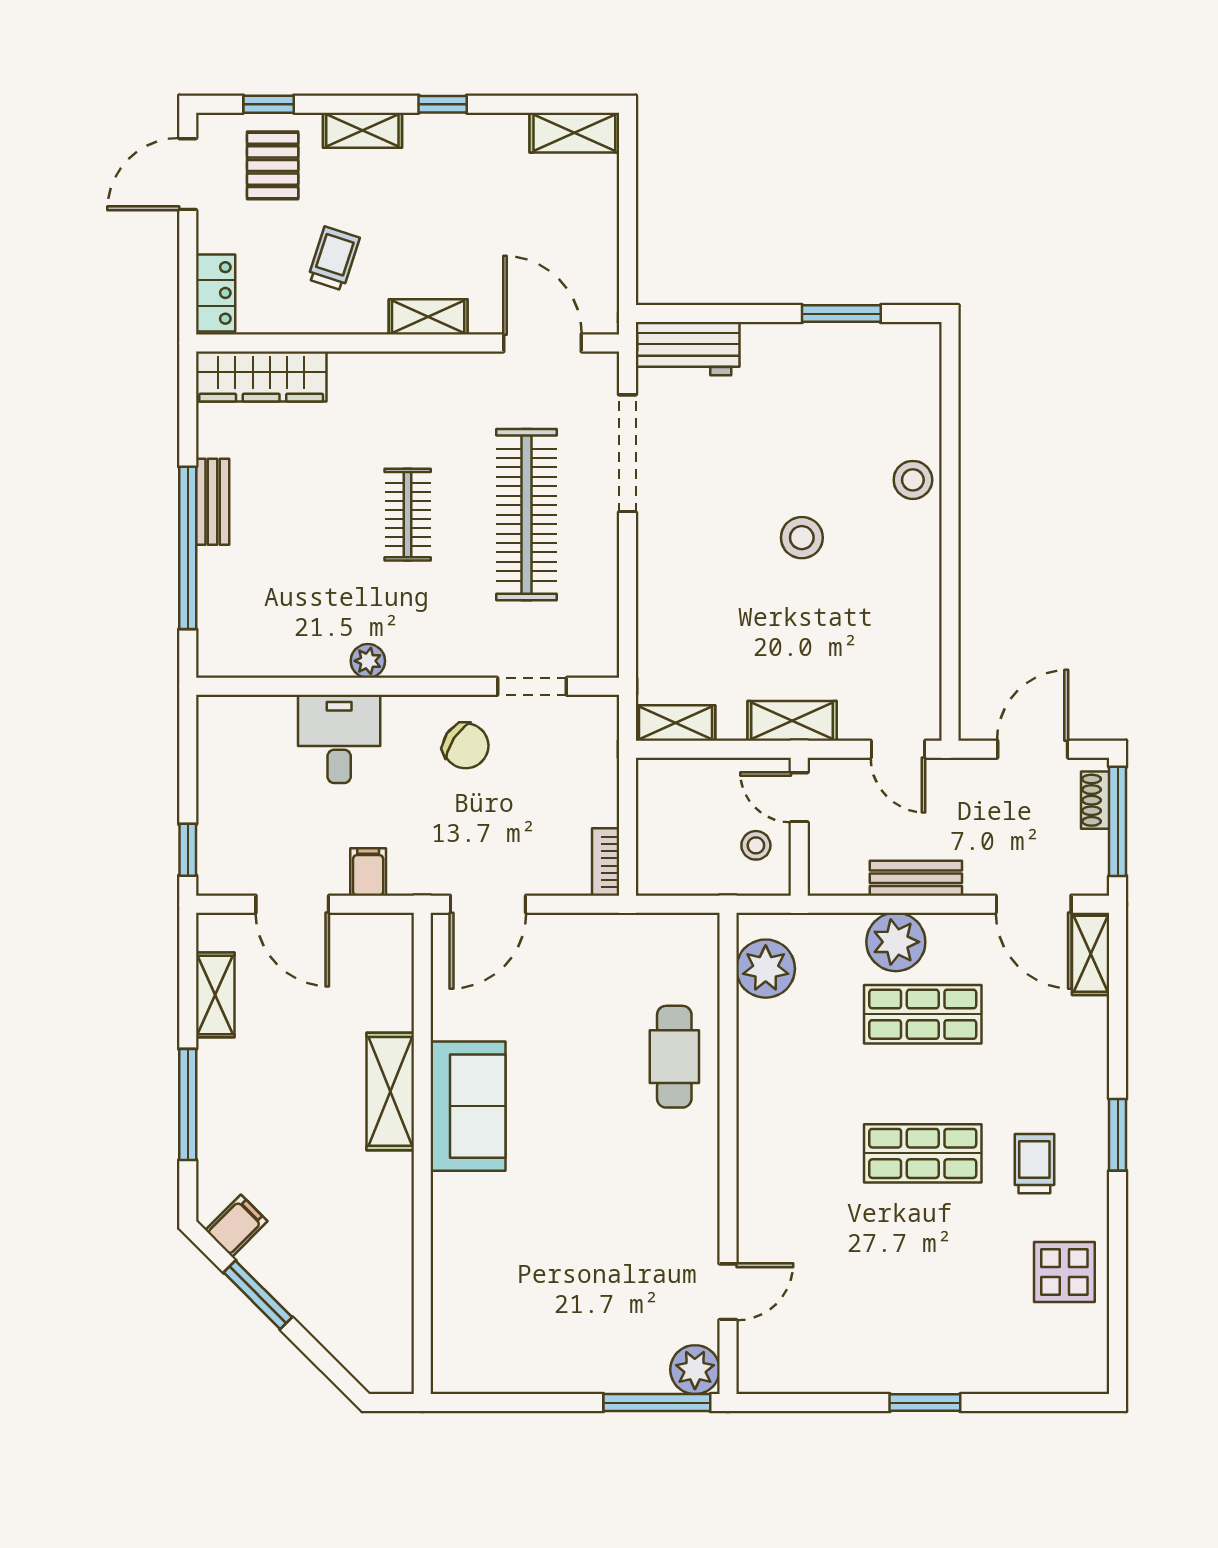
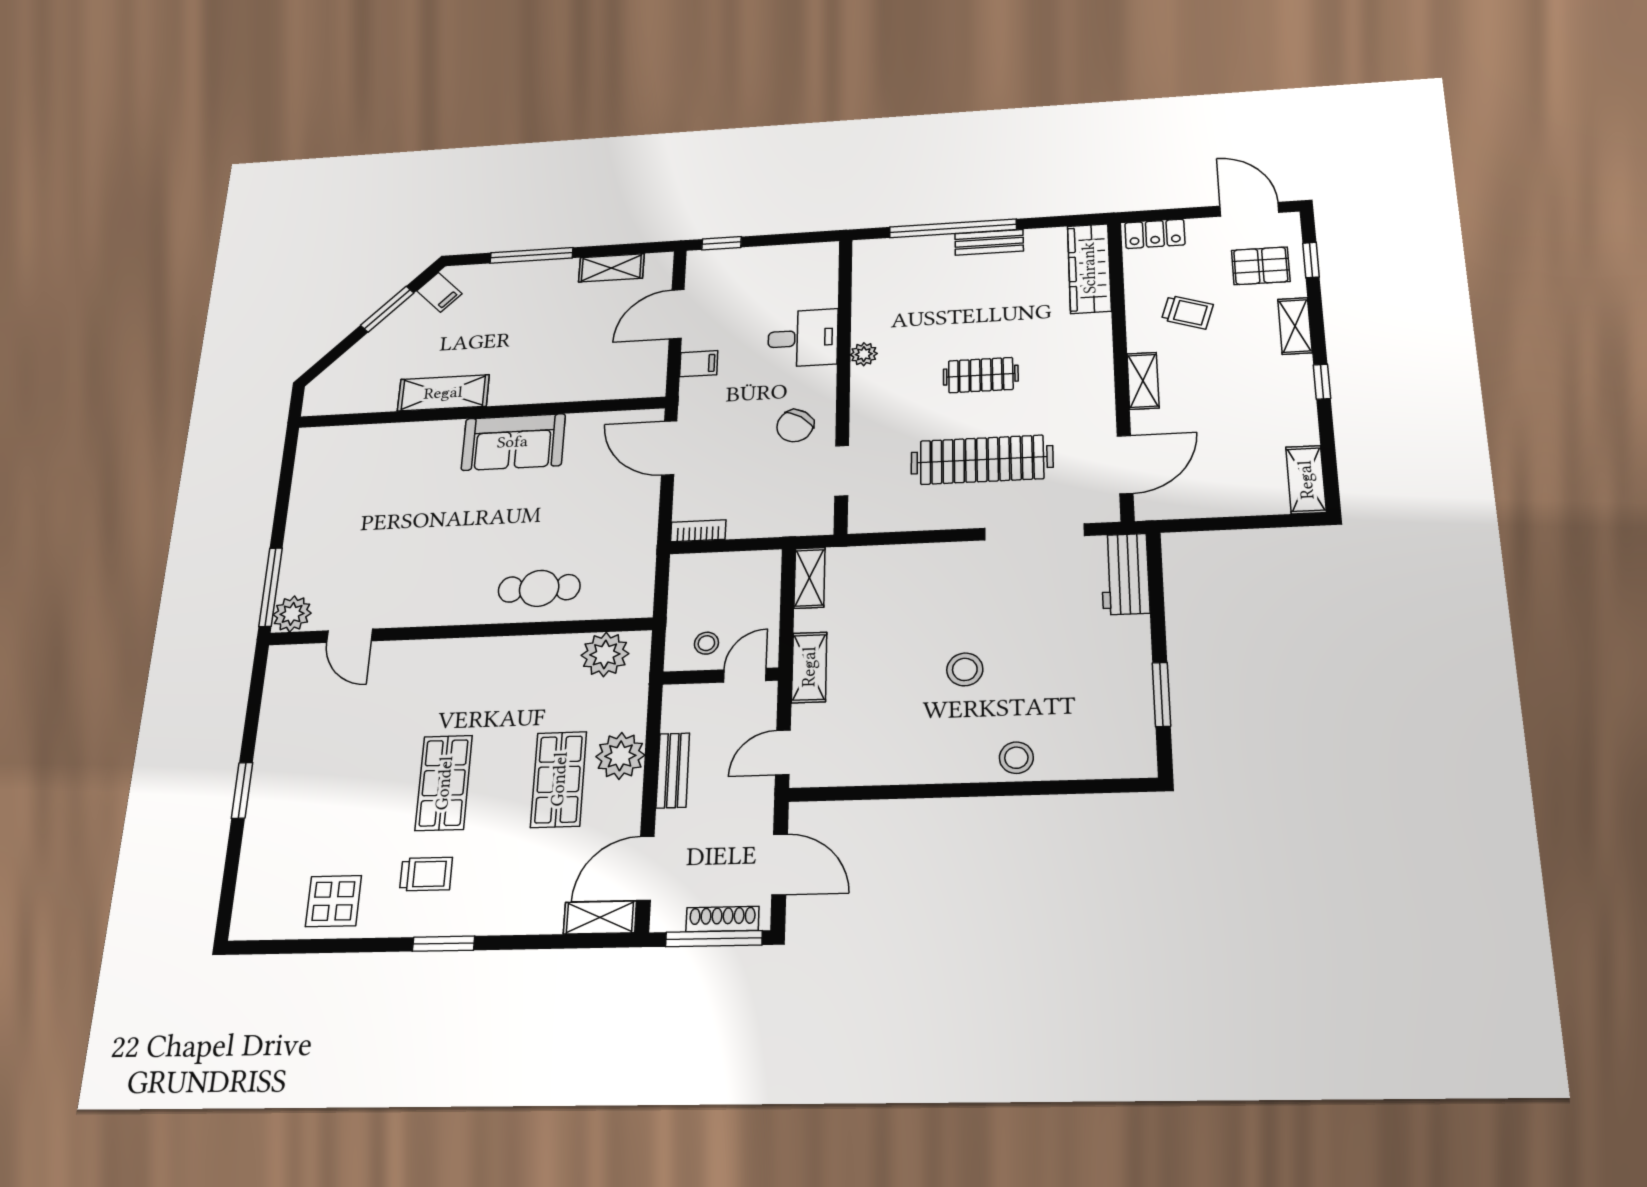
shoe rack: (1095, 800) -> (722, 919), width x1.43
shelving: (390, 1091) -> (443, 393), moved

